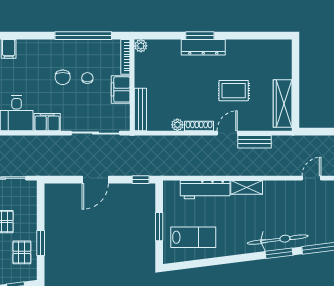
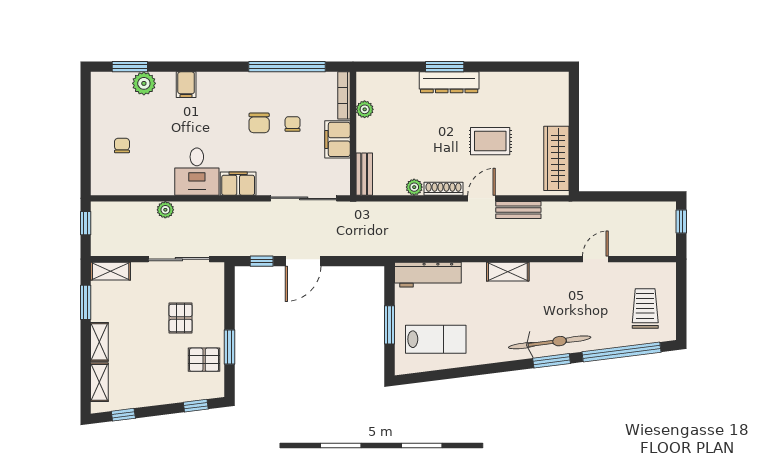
plant: (141, 46) -> (365, 109), moved
bench: (140, 109) -> (364, 174), width x0.73
window: (141, 180) -> (262, 261), moved
workbench: (205, 190) -> (428, 275), moved
pallet: (22, 252) -> (204, 360), turned 90

